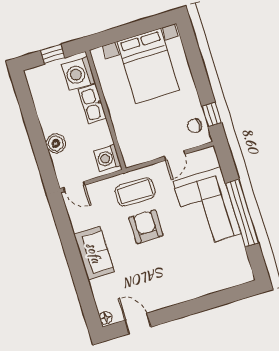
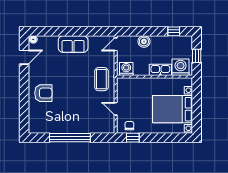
window: (26, 102) -> (174, 31), added
corner sofa: (207, 208) -> (79, 118), removed
armchair: (146, 227) -> (43, 93), moved

